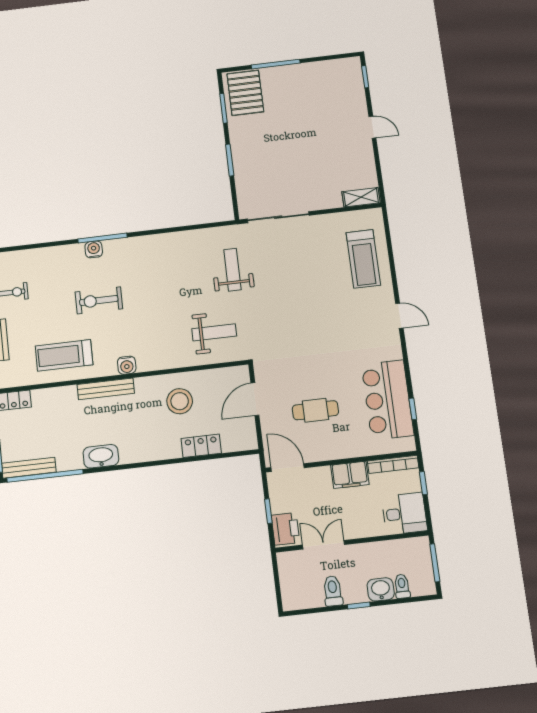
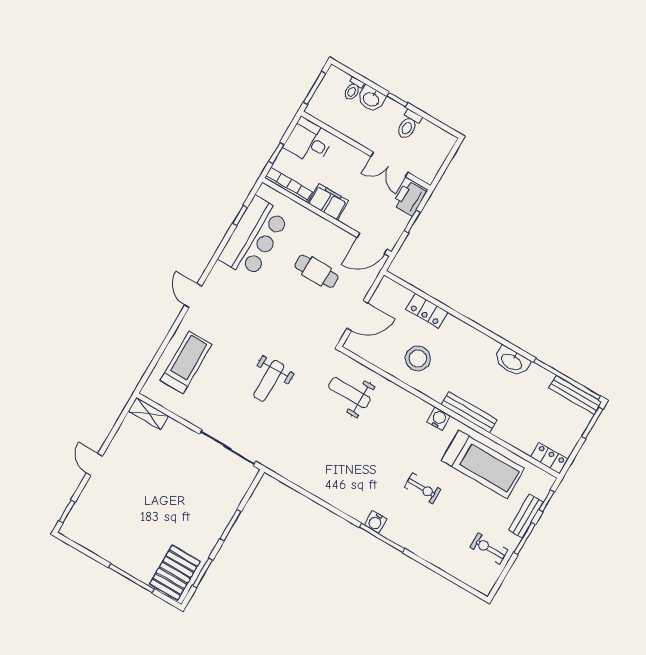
water cooler: (94, 249) -> (376, 522), moved
weight bench: (232, 270) -> (269, 381), moved
exercise bike: (99, 300) -> (422, 488), width x0.73, depth x0.72
treadmill: (64, 355) -> (483, 464), width x1.37, depth x1.38
door: (288, 468) -> (372, 243), hinge flipped

